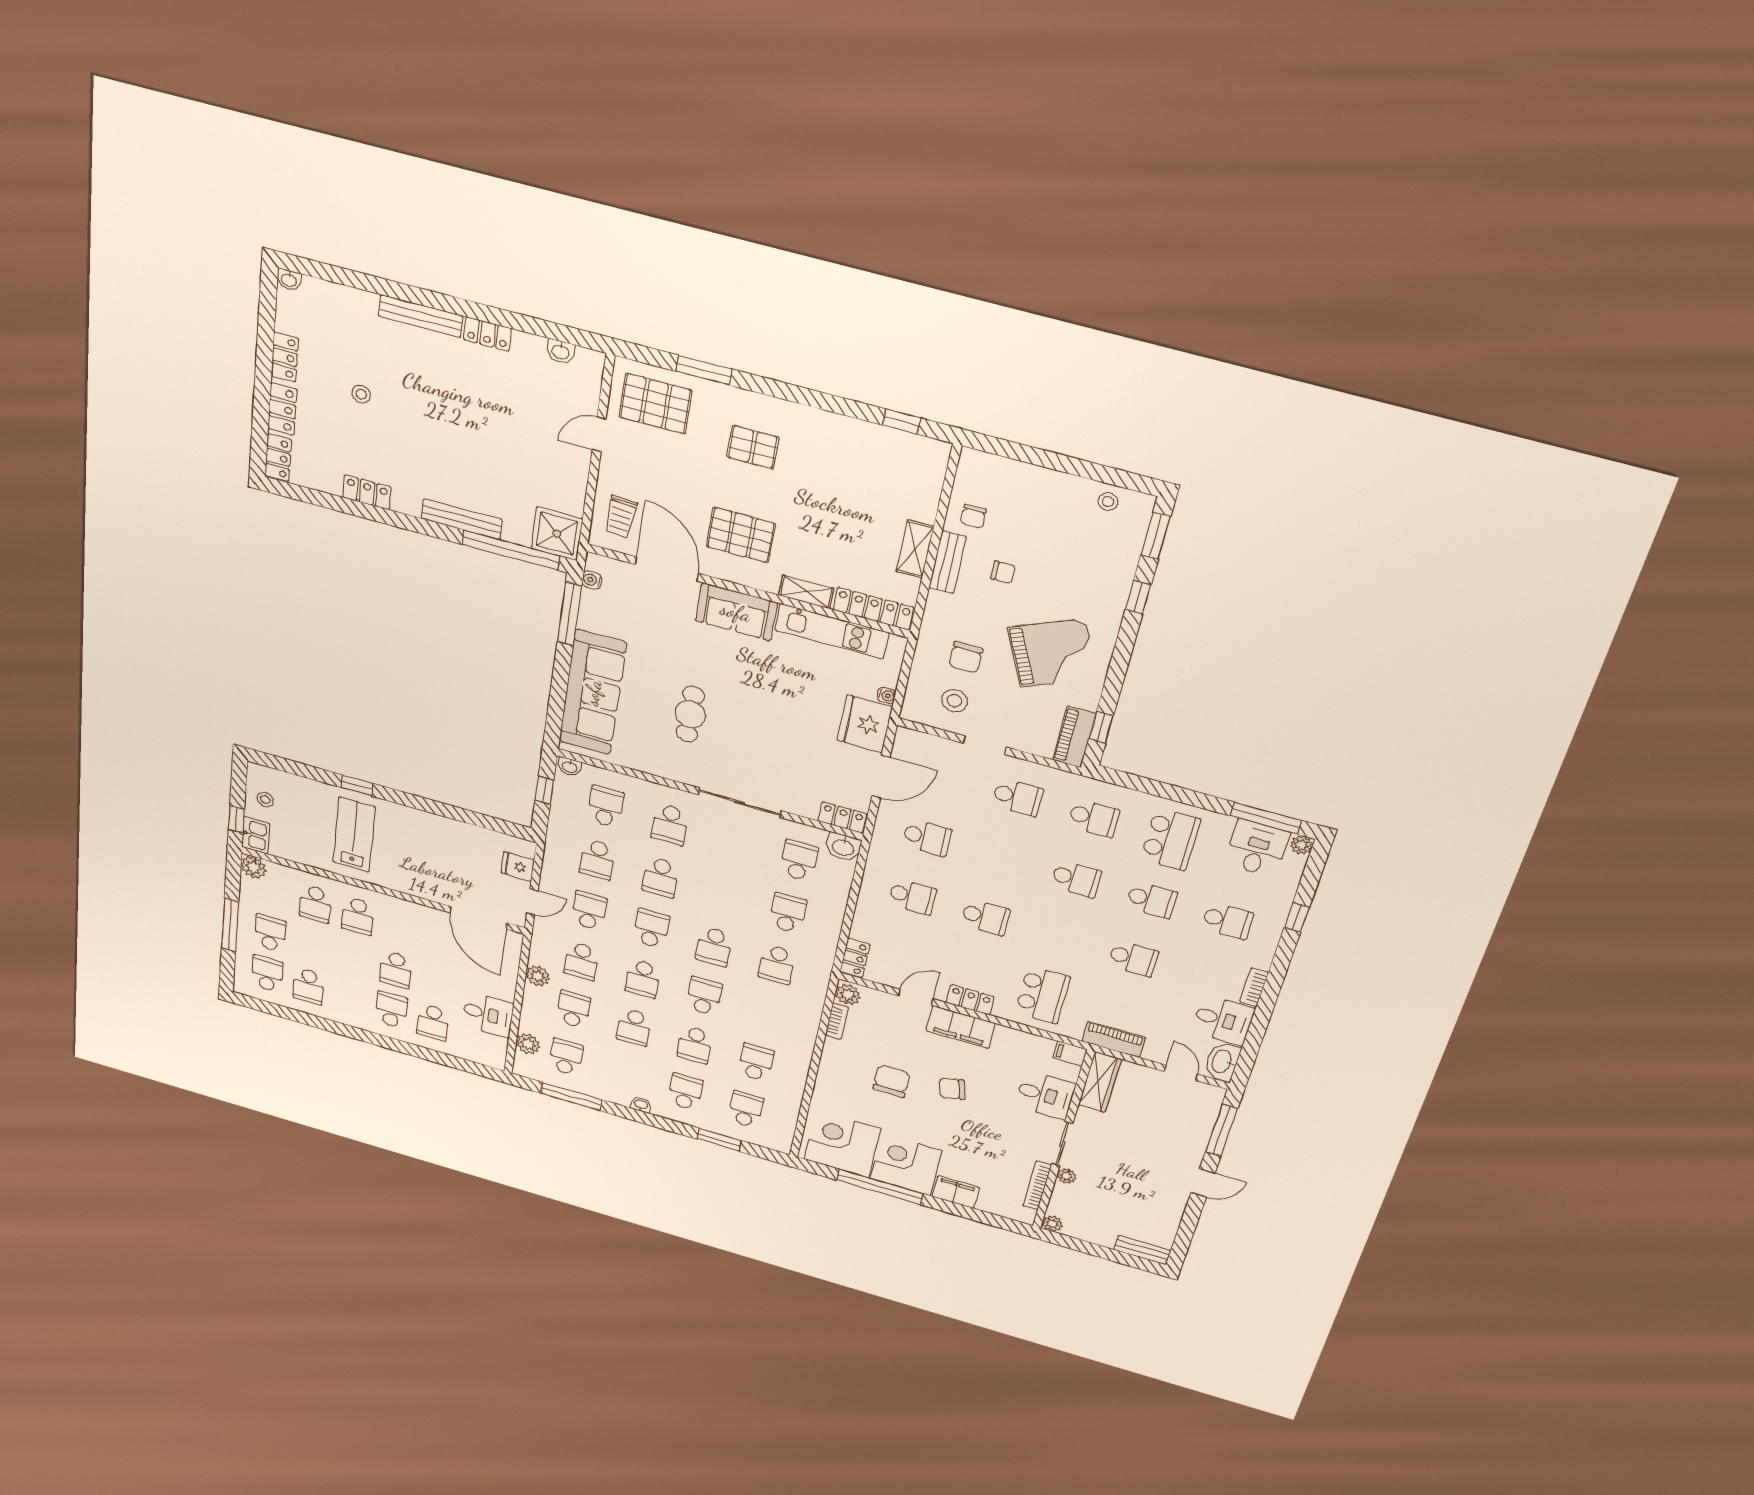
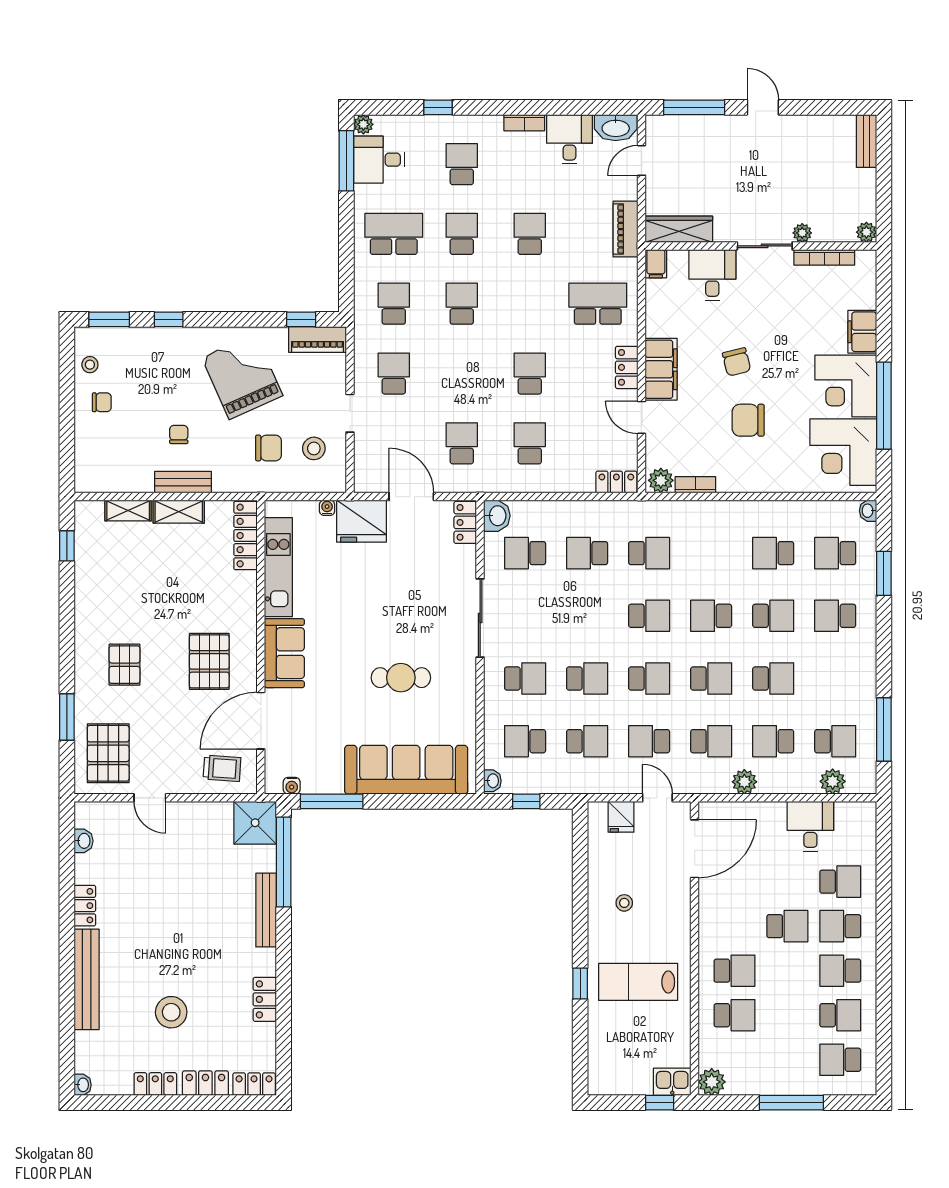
bench: (420, 316) -> (87, 979), width x1.37, depth x1.21
stool: (361, 394) -> (171, 1012), width x1.89, depth x1.89
chair: (973, 516) -> (102, 402), moved
shelving: (806, 592) -> (128, 511), moved, turned 90
stool: (265, 800) -> (624, 903), moved
school desk: (651, 929) -> (649, 678), turned 180
school desk: (270, 933) -> (840, 971), moved
school desk: (566, 1057) -> (835, 741), turned 180
washbasin: (641, 1105) -> (868, 511), moved

